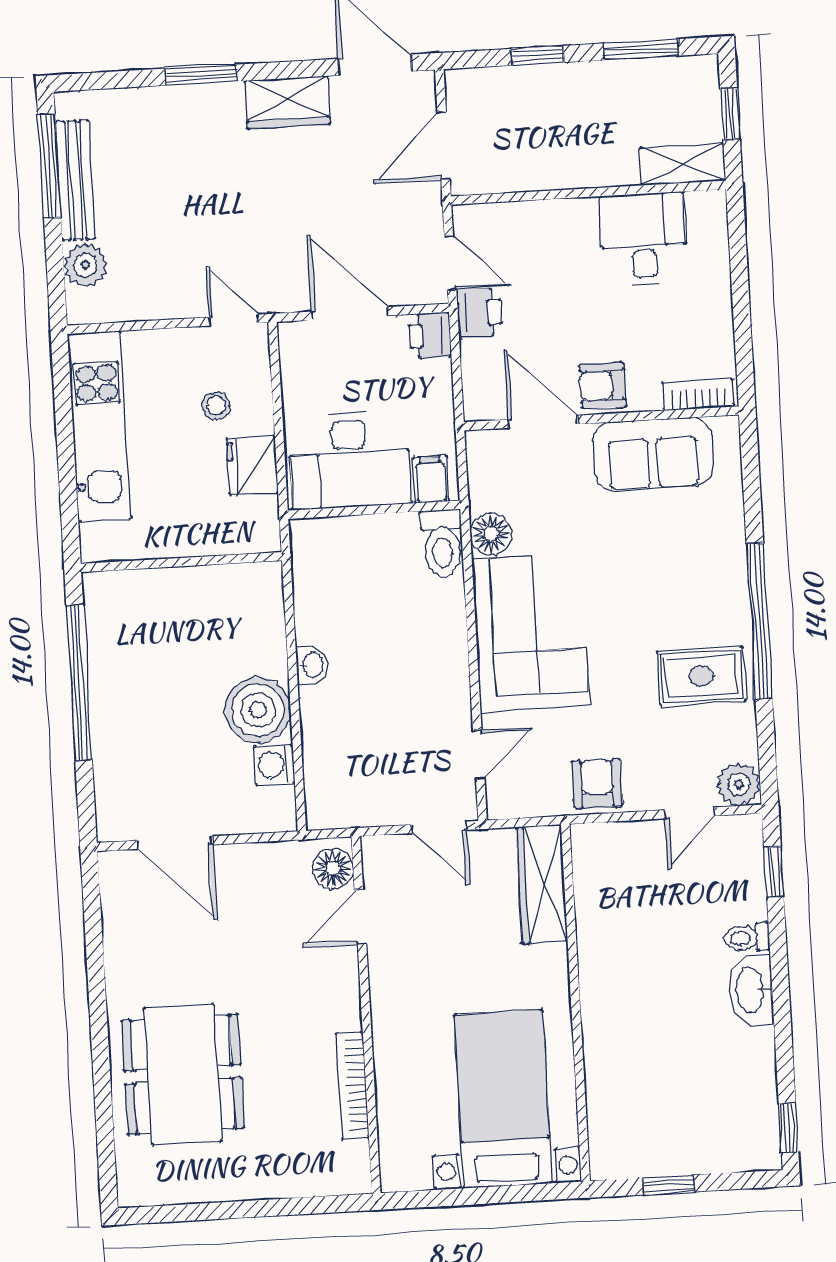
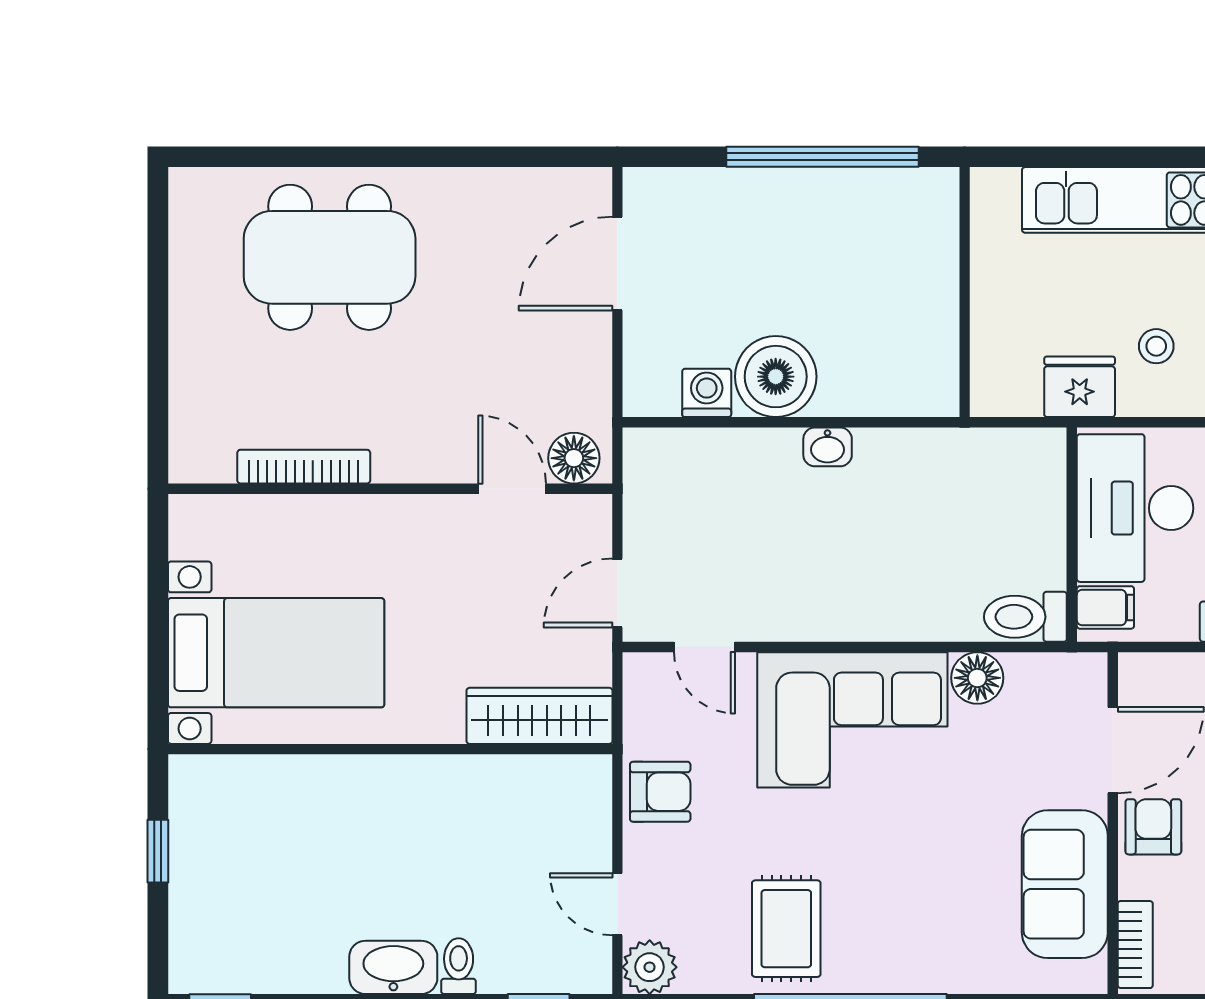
desk: (350, 460) -> (1135, 508), moved
filing cabinet: (431, 479) -> (1105, 607), moved
wall: (374, 510) -> (1072, 535), moved
toilet: (442, 543) -> (1025, 617), moved

